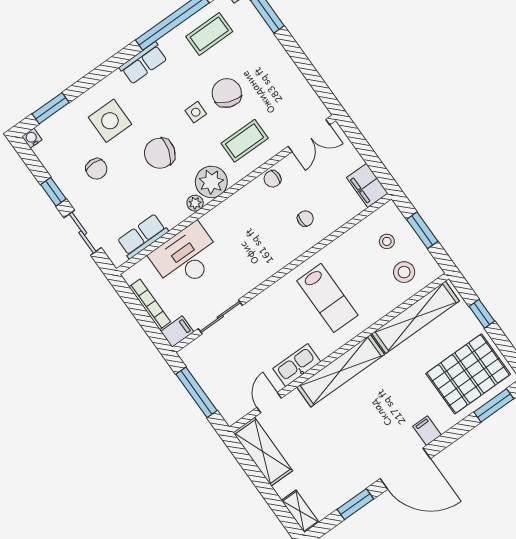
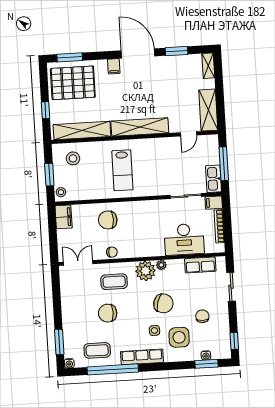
row of seats: (143, 63) -> (142, 357), width x1.48
chair: (227, 93) -> (108, 313), turned 68
side table: (196, 112) -> (154, 330), moved
water cooler: (32, 138) -> (206, 355), moved
window: (53, 192) -> (234, 341), moved
chair: (305, 219) -> (108, 220), width x1.87, depth x1.87
stool: (387, 241) -> (61, 192), moved
lab bench: (327, 298) -> (122, 170), turned 180
kitchen sink: (297, 365) -> (214, 179), moved, turned 90

